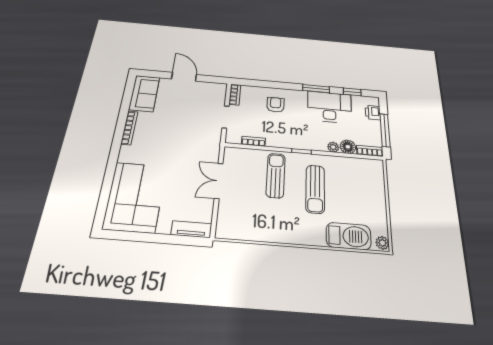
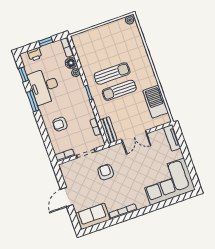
armchair: (190, 129) -> (106, 172), added
window: (385, 130) -> (46, 42), width x0.46
bench: (242, 154) -> (109, 130), added
sun lounger: (276, 175) -> (119, 90), moved
barbecue: (349, 236) -> (155, 102), moved

